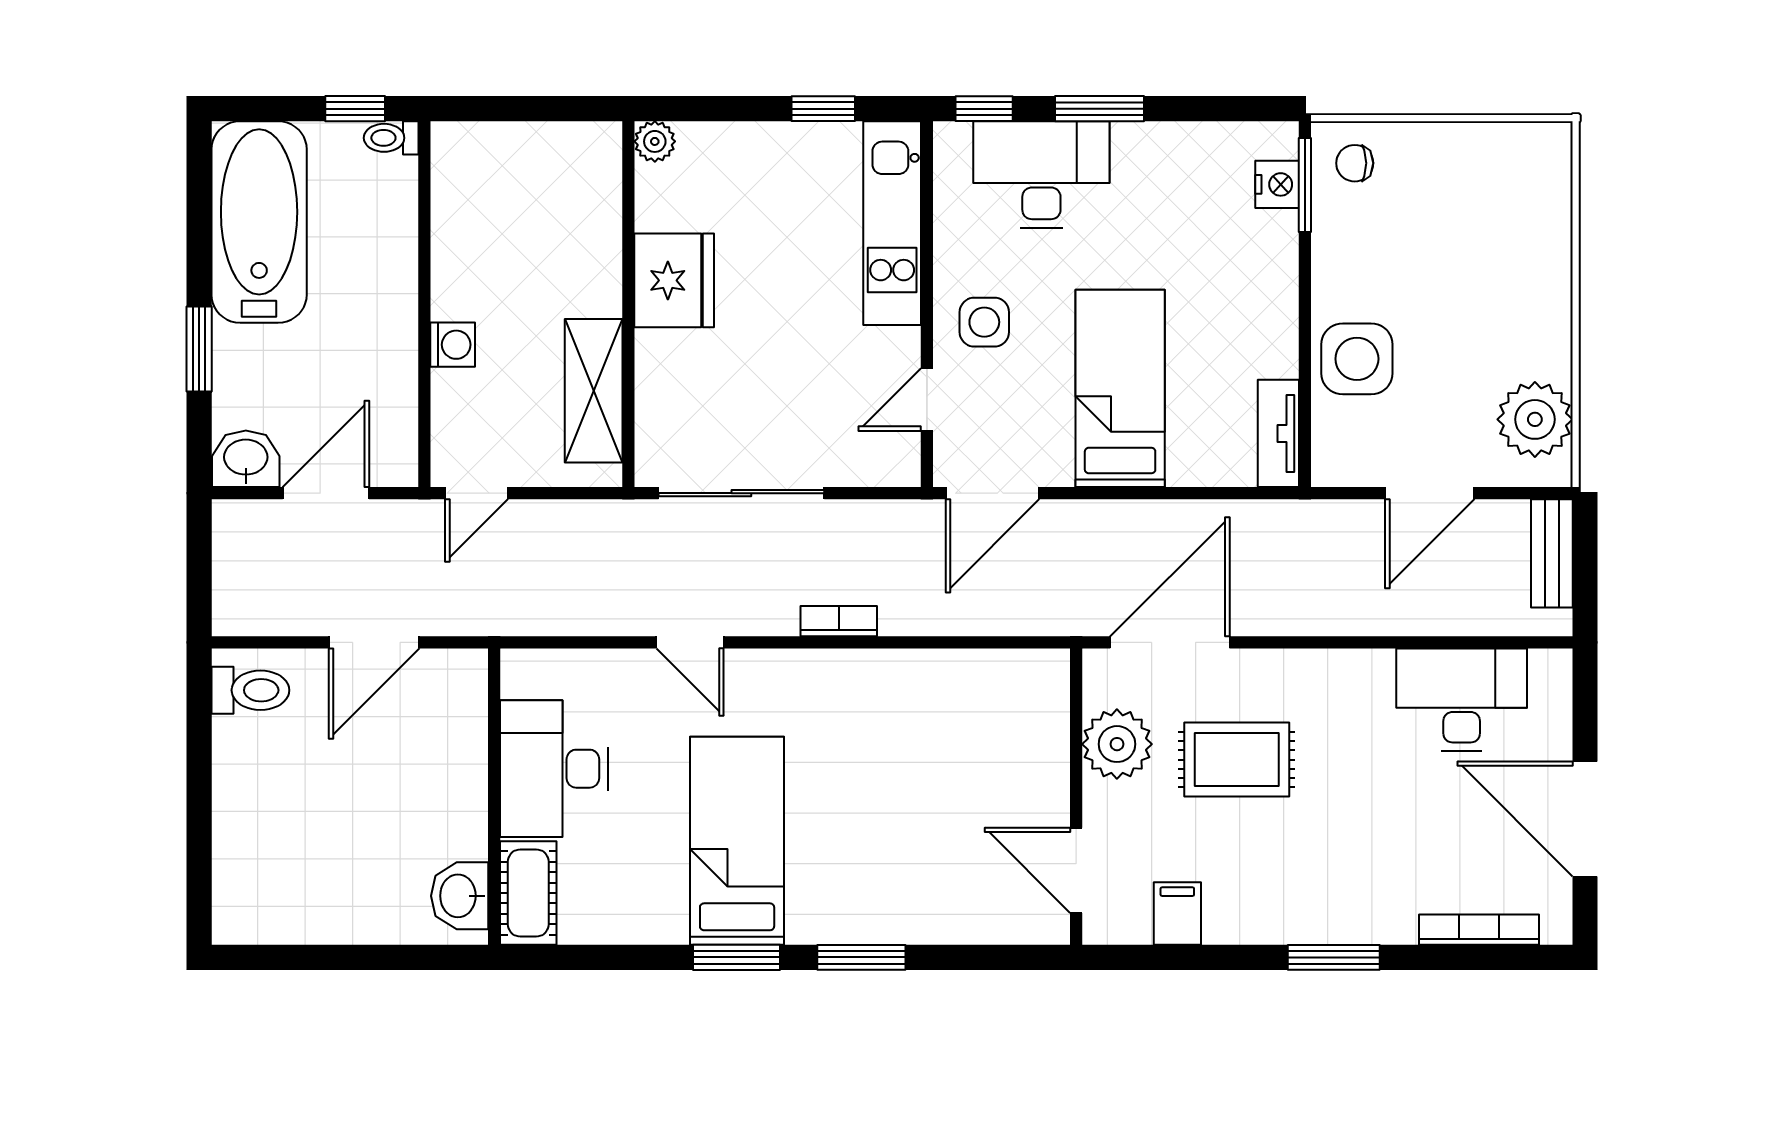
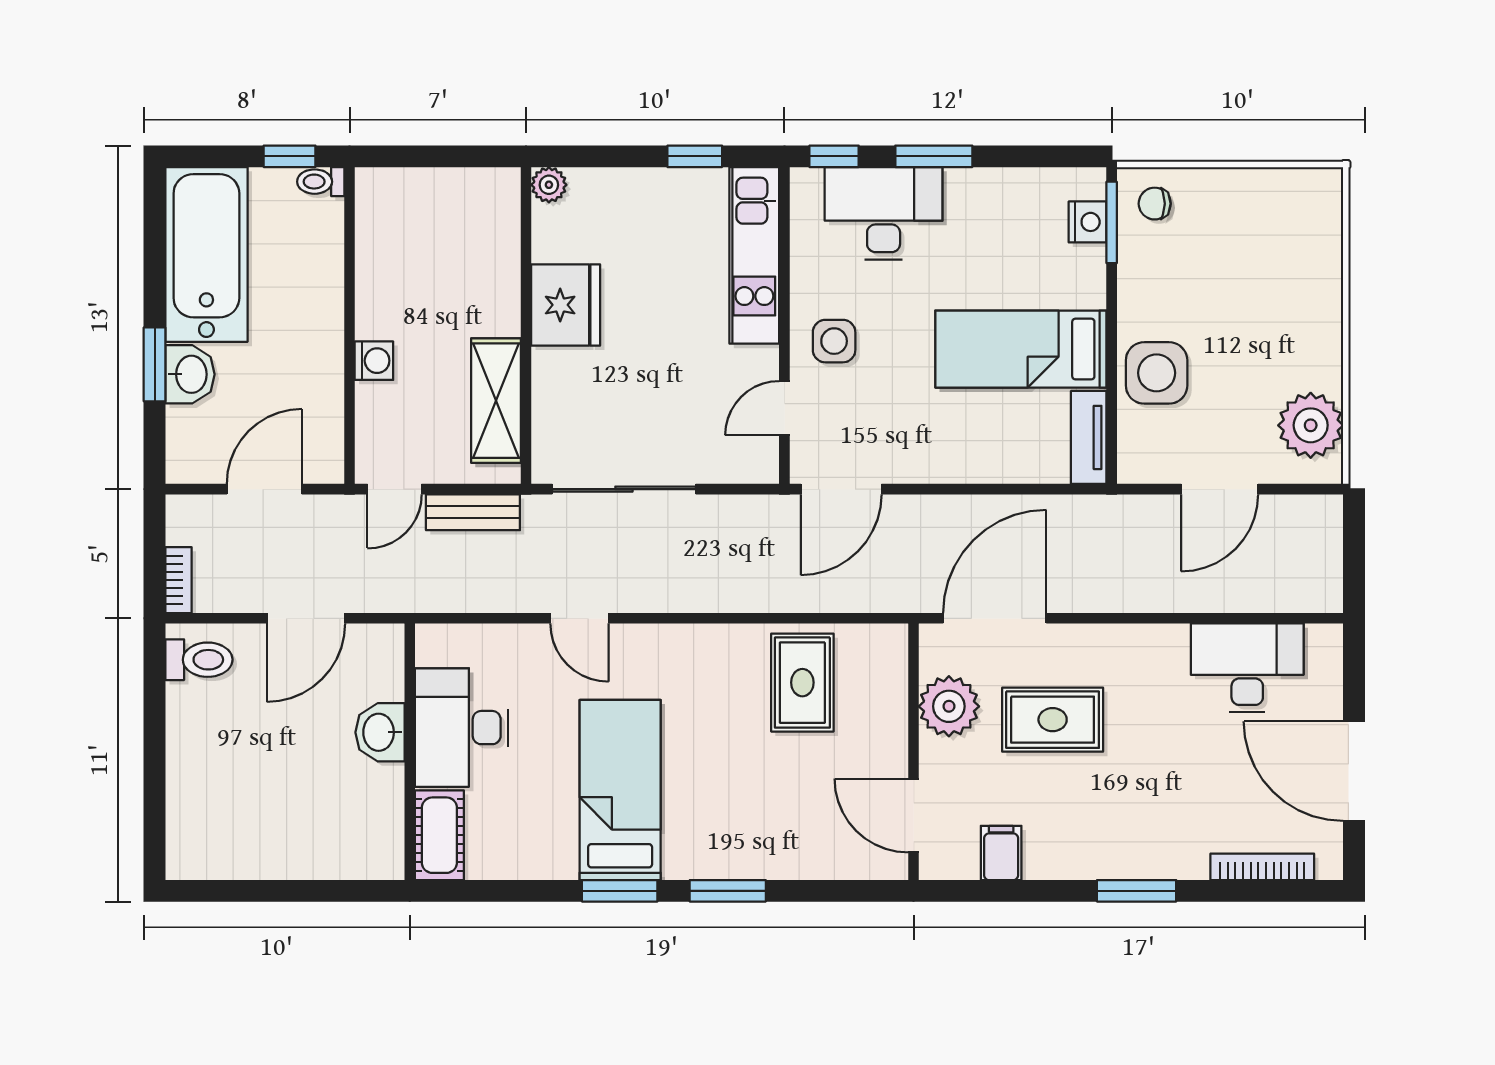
bed: (1120, 388) -> (1021, 349), moved, turned -90
washbasin: (246, 459) -> (190, 374), moved, turned 90
bench: (1552, 553) -> (473, 512), moved, turned 90
bookcase: (839, 621) -> (178, 580), moved, turned 90
rug: (948, 717) -> (802, 683), added
washbasin: (460, 896) -> (380, 732), moved

